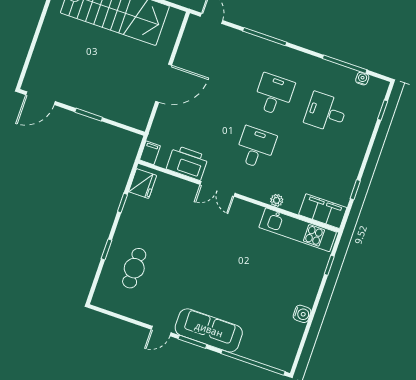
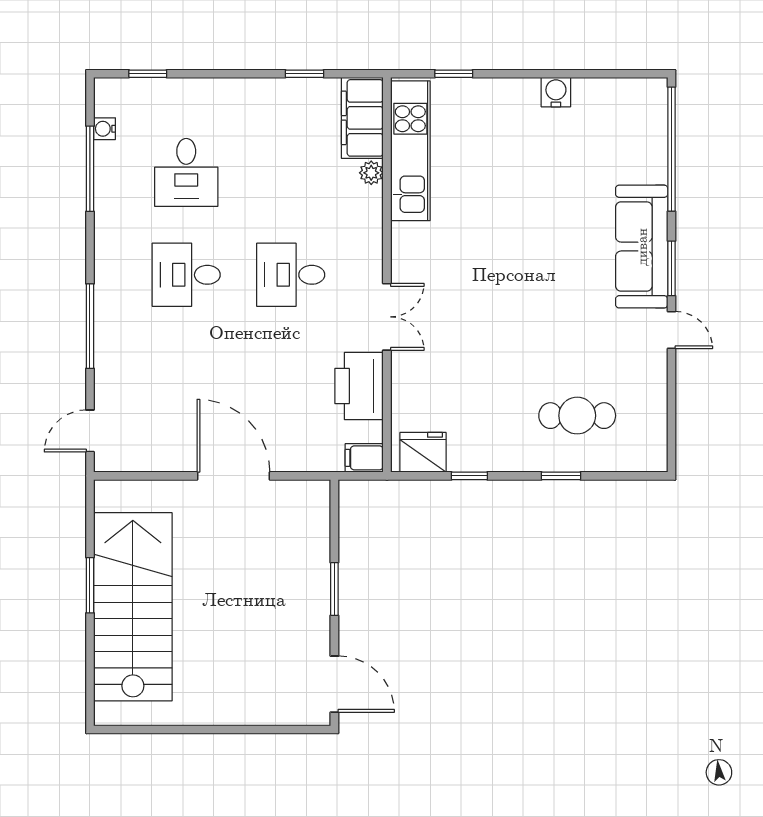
plant: (277, 200) -> (371, 173), moved

